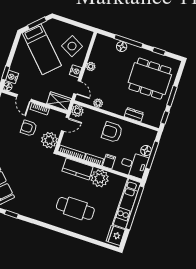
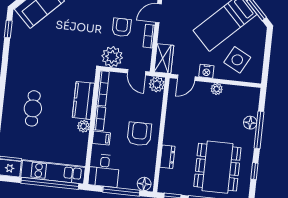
plant: (98, 103) -> (172, 108), removed
floor lamp: (146, 151) -> (144, 184), moved
plant: (100, 178) -> (84, 126), width x0.53, depth x0.53
cafe table: (75, 208) -> (33, 108), width x0.73, depth x0.74

